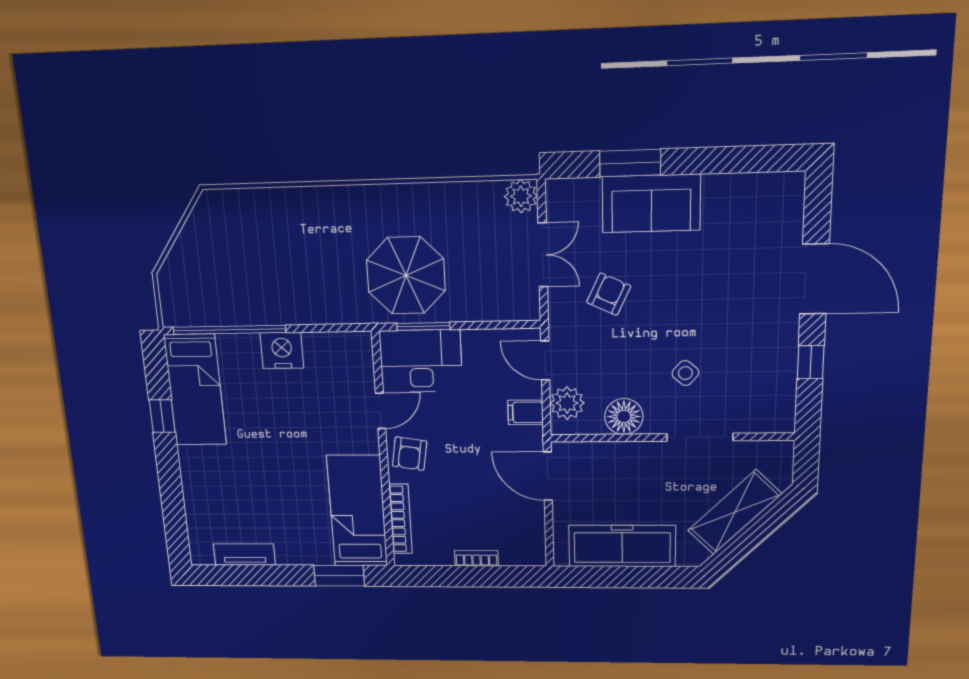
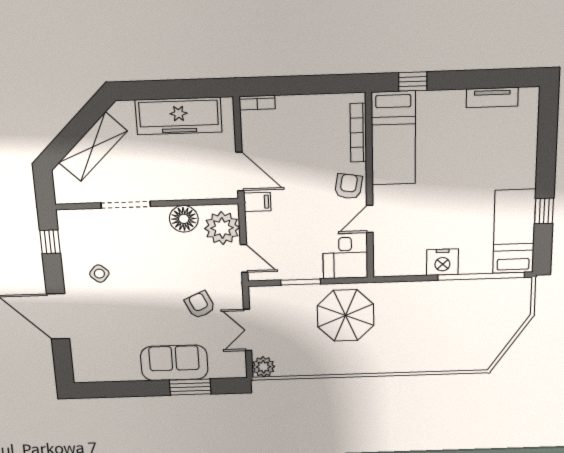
armchair: (609, 294) -> (200, 305), turned 130
window: (423, 326) -> (301, 282), moved
desk: (421, 361) -> (345, 256), width x0.73
window: (811, 362) -> (50, 242), moved
side table: (685, 373) -> (99, 274), moved
plant: (567, 403) -> (222, 228), width x1.36, depth x1.36
filing cabinet: (526, 412) -> (257, 202), moved
bookcase: (476, 558) -> (257, 103), moved
window: (339, 576) -> (413, 81), width x0.67

